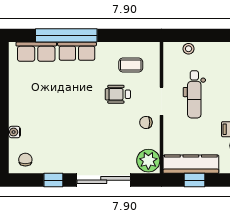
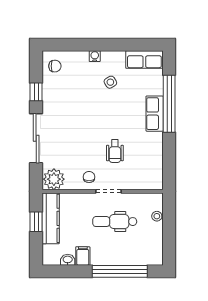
row of seats: (36, 52) -> (144, 60), moved, turned -90
coffee table: (131, 65) -> (142, 163), removed
wheelchair: (118, 94) -> (115, 151), turned 180
side table: (43, 99) -> (110, 82), added
water cooler: (15, 132) -> (95, 56), moved

